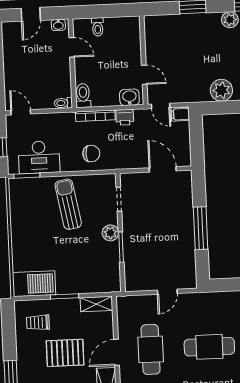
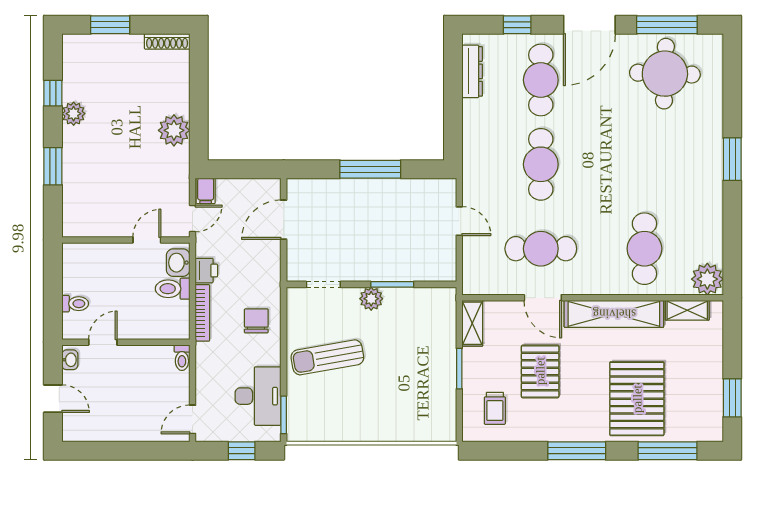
toilet: (83, 96) -> (173, 289), moved
barbecue: (34, 284) -> (439, 411), removed

